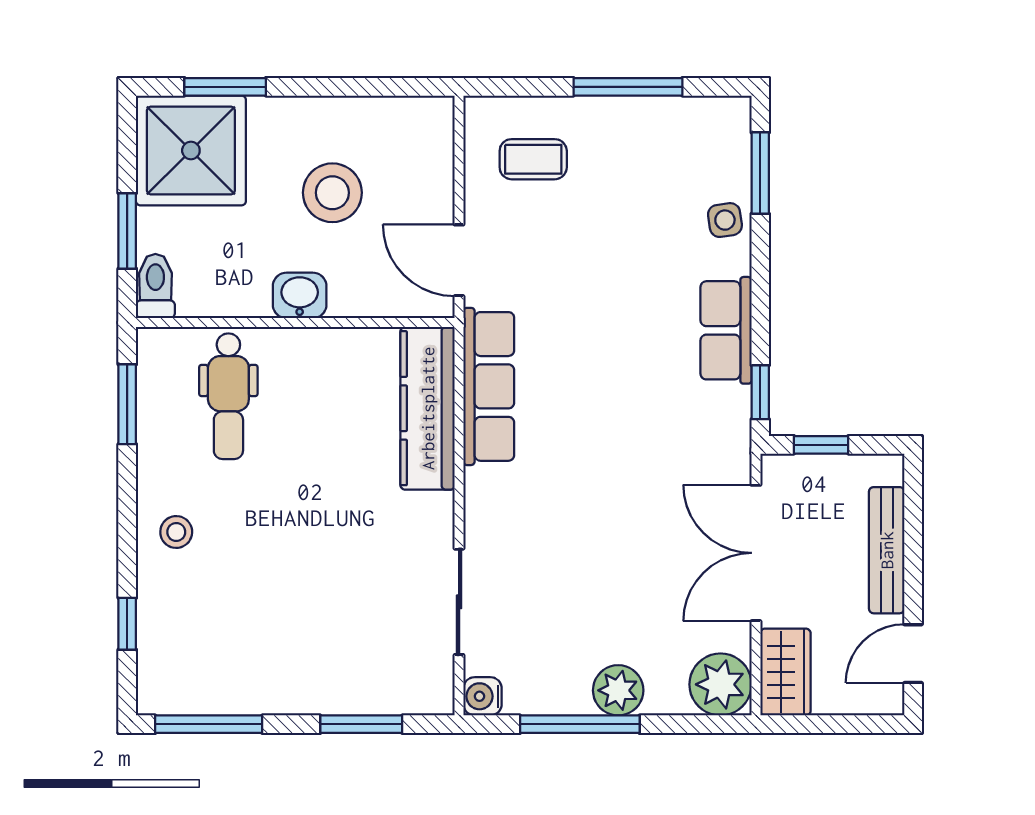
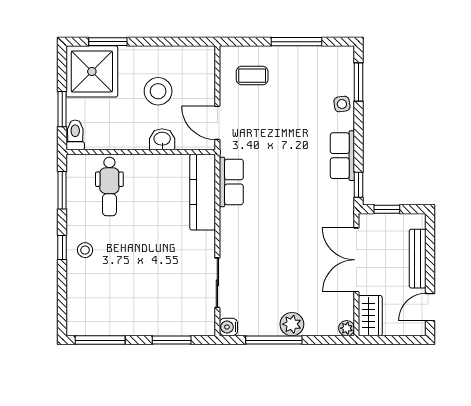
washbasin: (300, 295) -> (162, 139), moved
row of seats: (489, 386) -> (231, 182), width x0.68
window: (127, 624) -> (62, 248), moved
plant: (720, 684) -> (347, 328), width x0.53, depth x0.53

